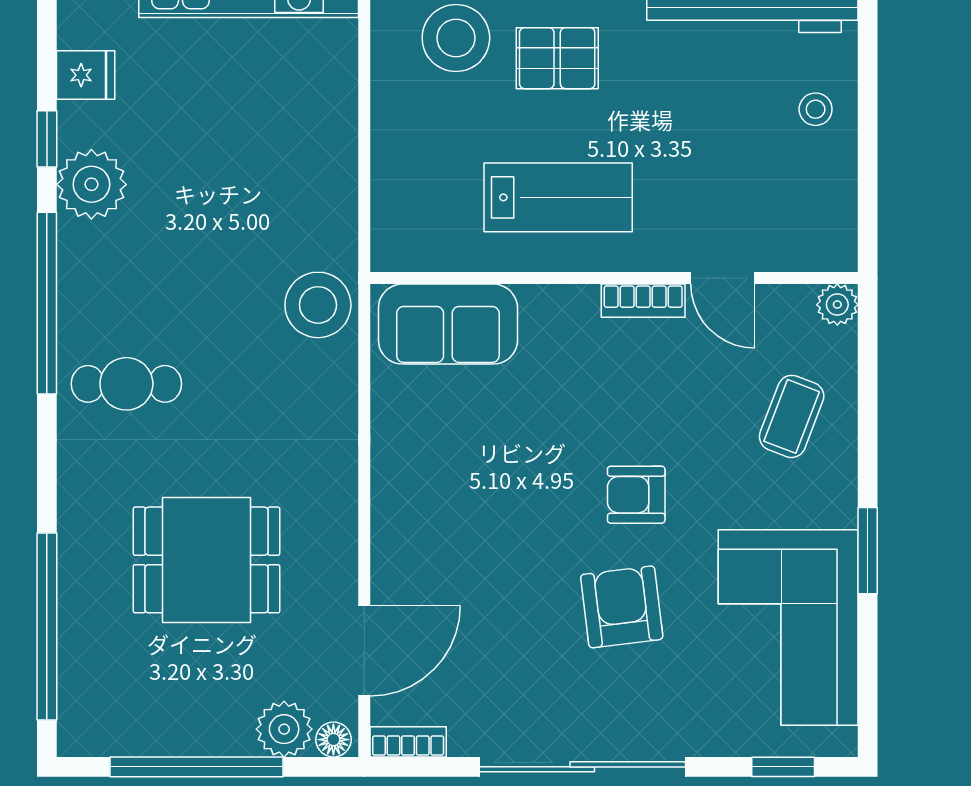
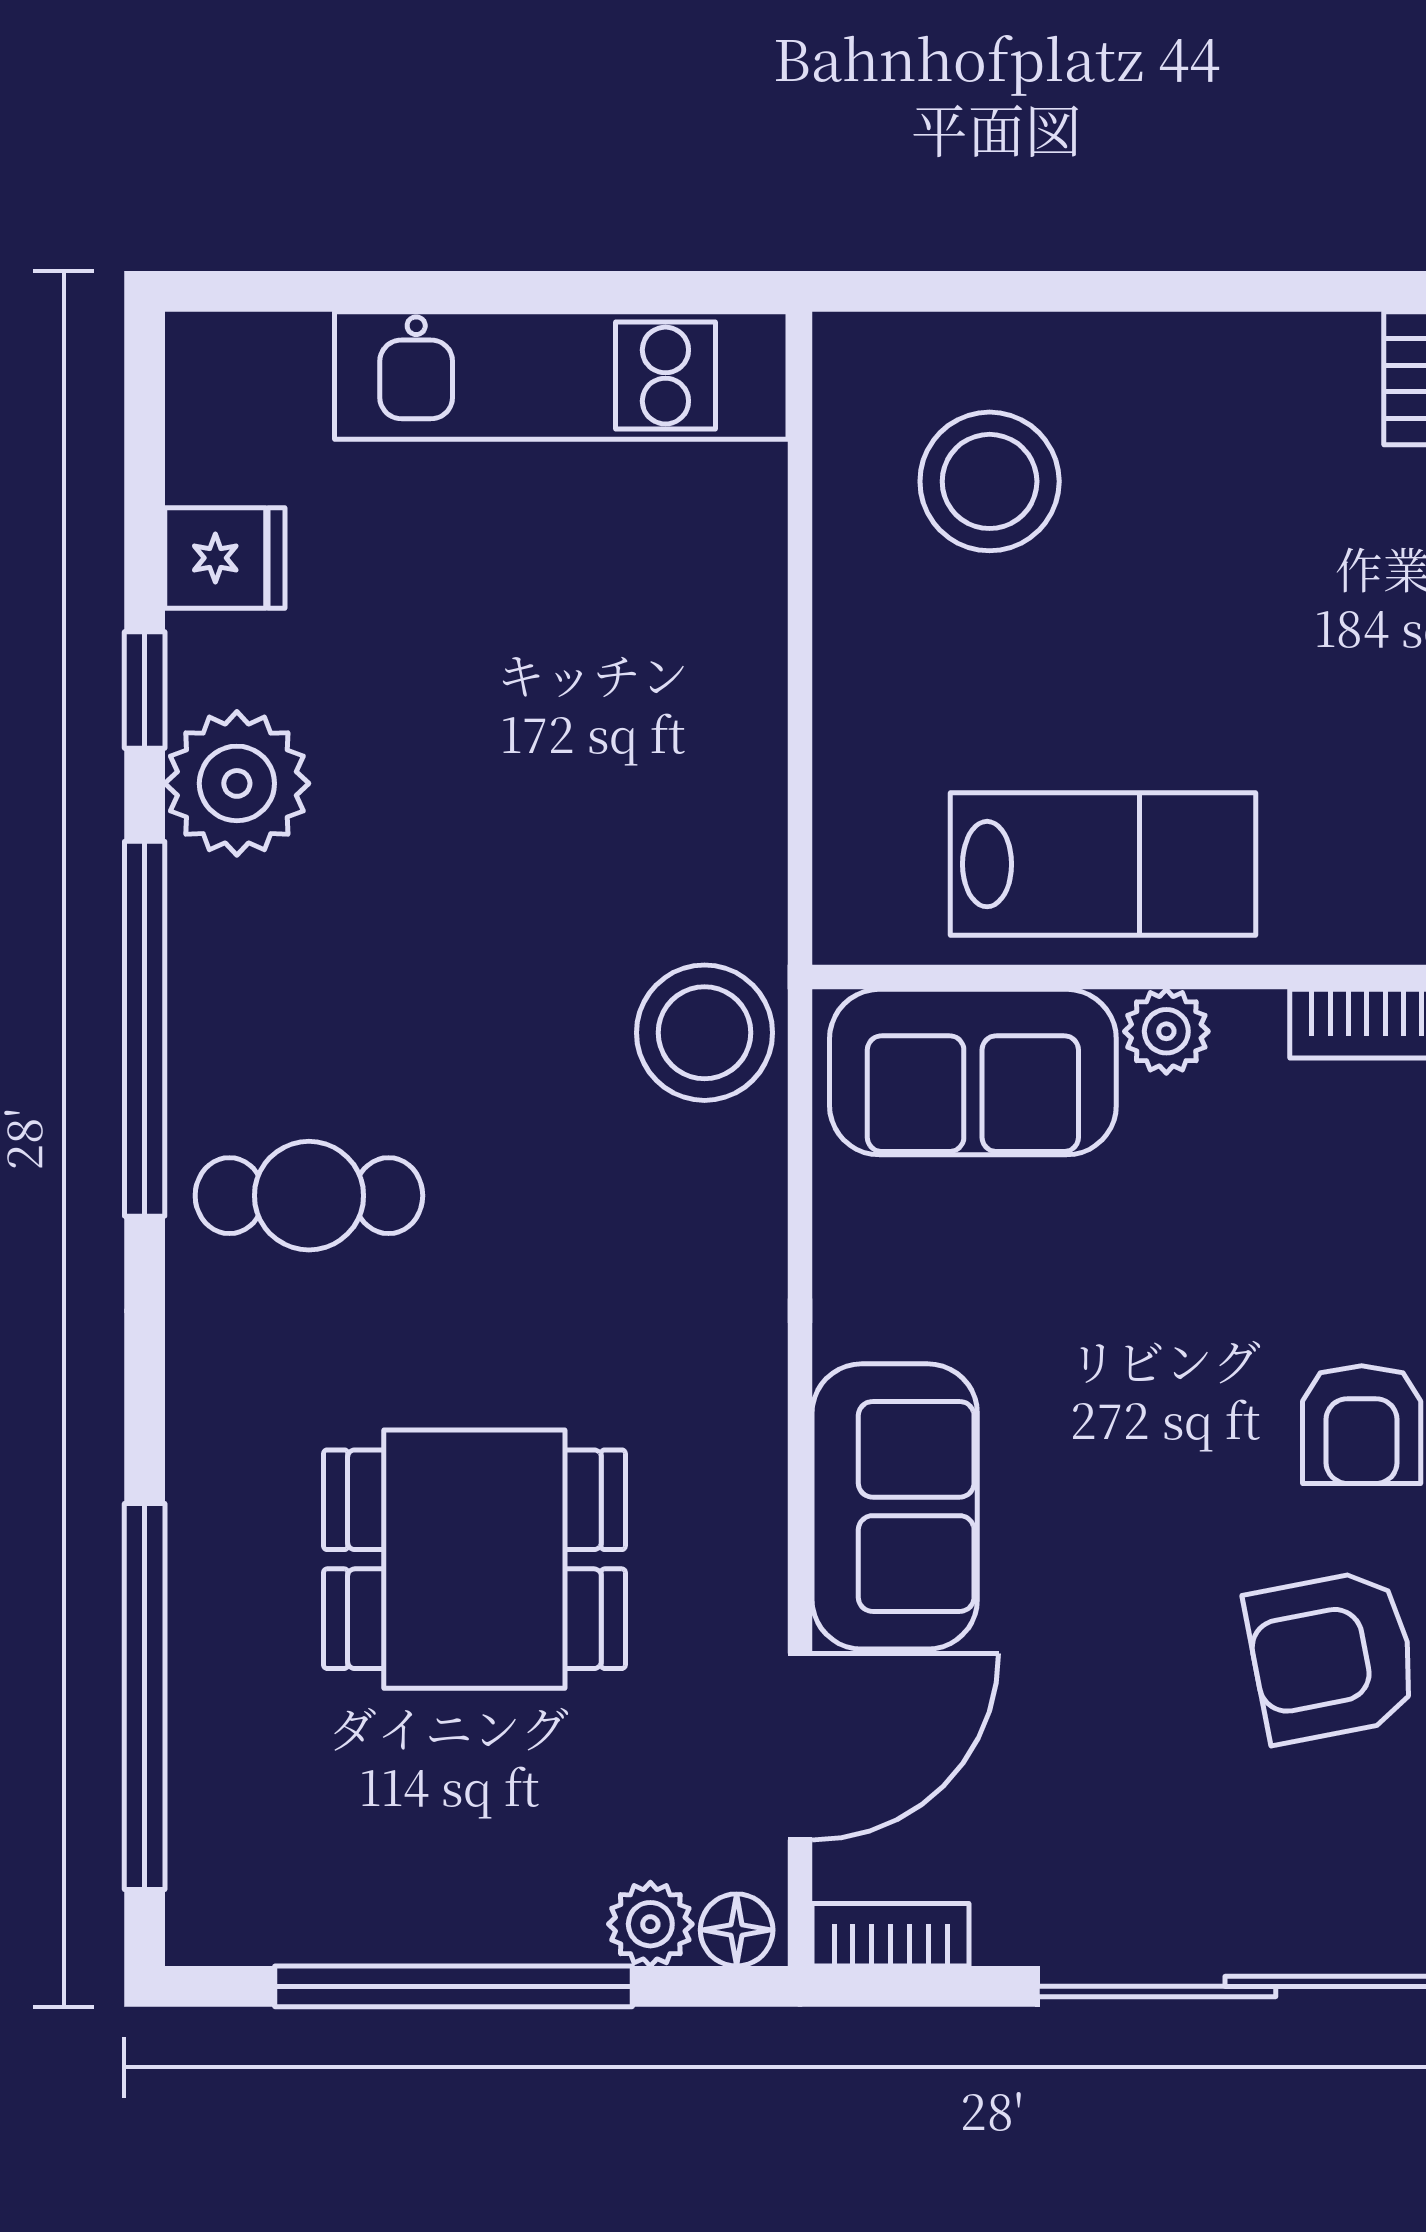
pallet: (557, 58) -> (1198, 523), removed
lab bench: (558, 197) -> (1103, 864), moved
plant: (542, 304) -> (1166, 1031), added
armchair: (636, 495) -> (1362, 1425), turned -90
sofa: (410, 534) -> (895, 1506), added
armchair: (622, 607) -> (1332, 1656), turned -94
plant: (284, 729) -> (650, 1924), width x0.73, depth x0.73

